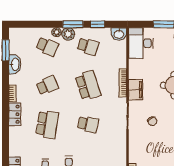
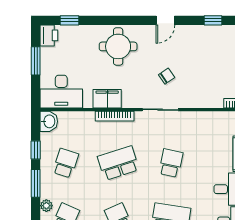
plant: (68, 34) -> (49, 190), removed
filing cabinet: (136, 90) -> (107, 99), moved

